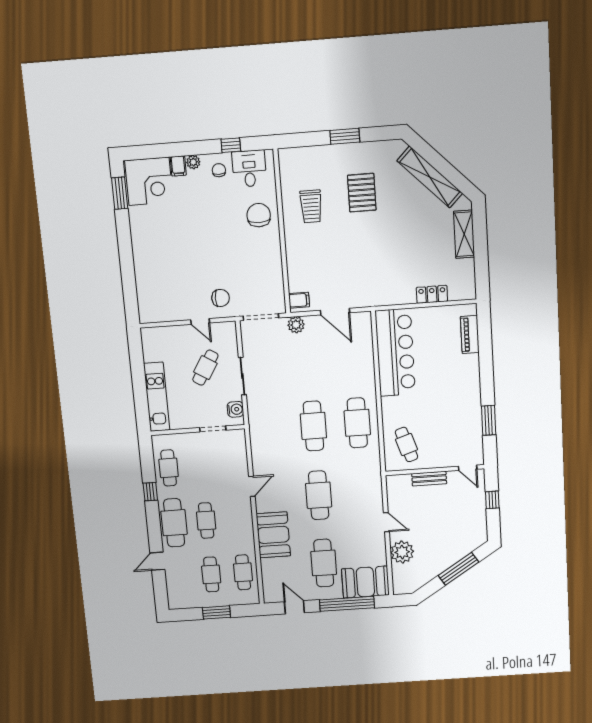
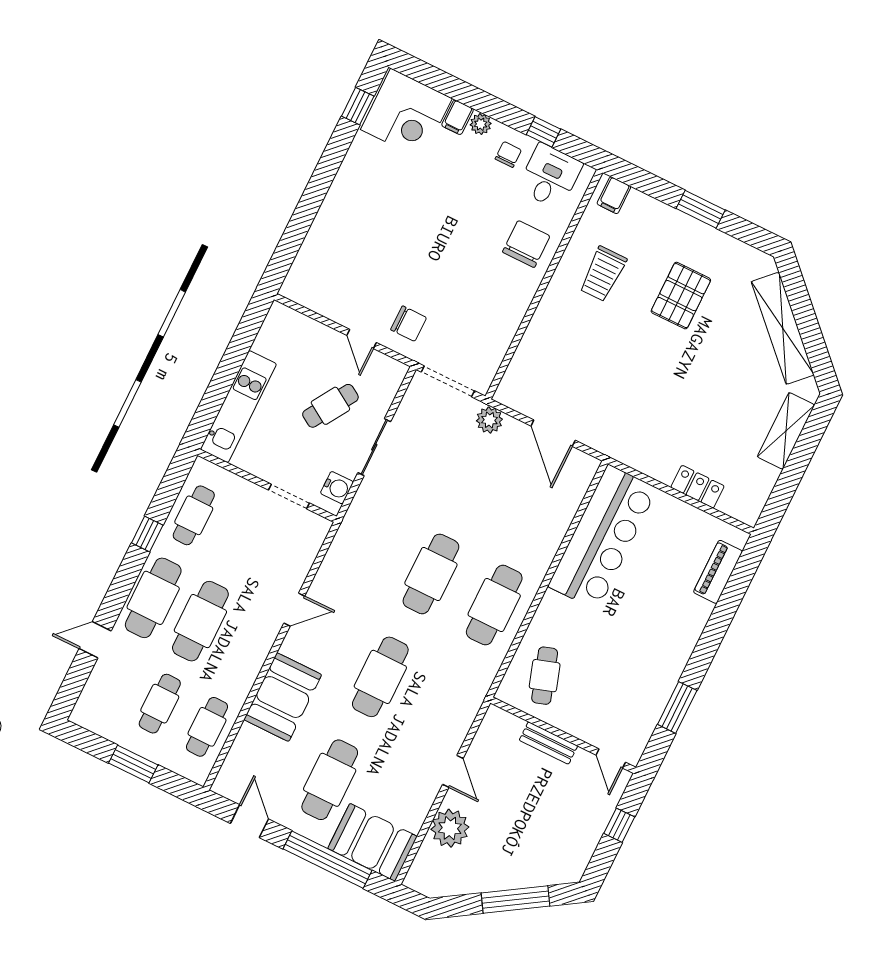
window: (120, 193) -> (358, 106), width x0.67
filing cabinet: (299, 300) -> (614, 195), moved, turned 90
cafe table: (206, 521) -> (200, 621), width x1.37, depth x1.35

